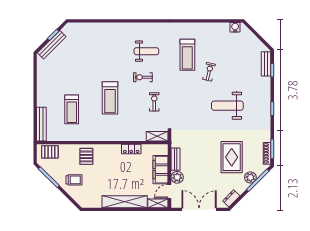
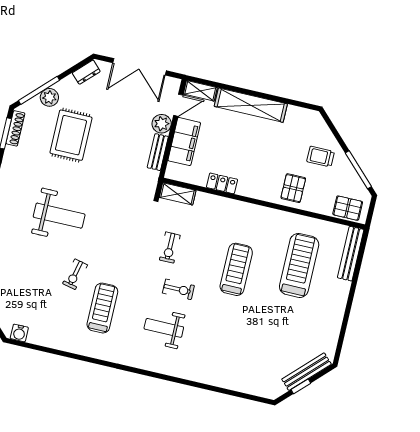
treadmill: (72, 109) -> (299, 265), width x1.37, depth x1.38

